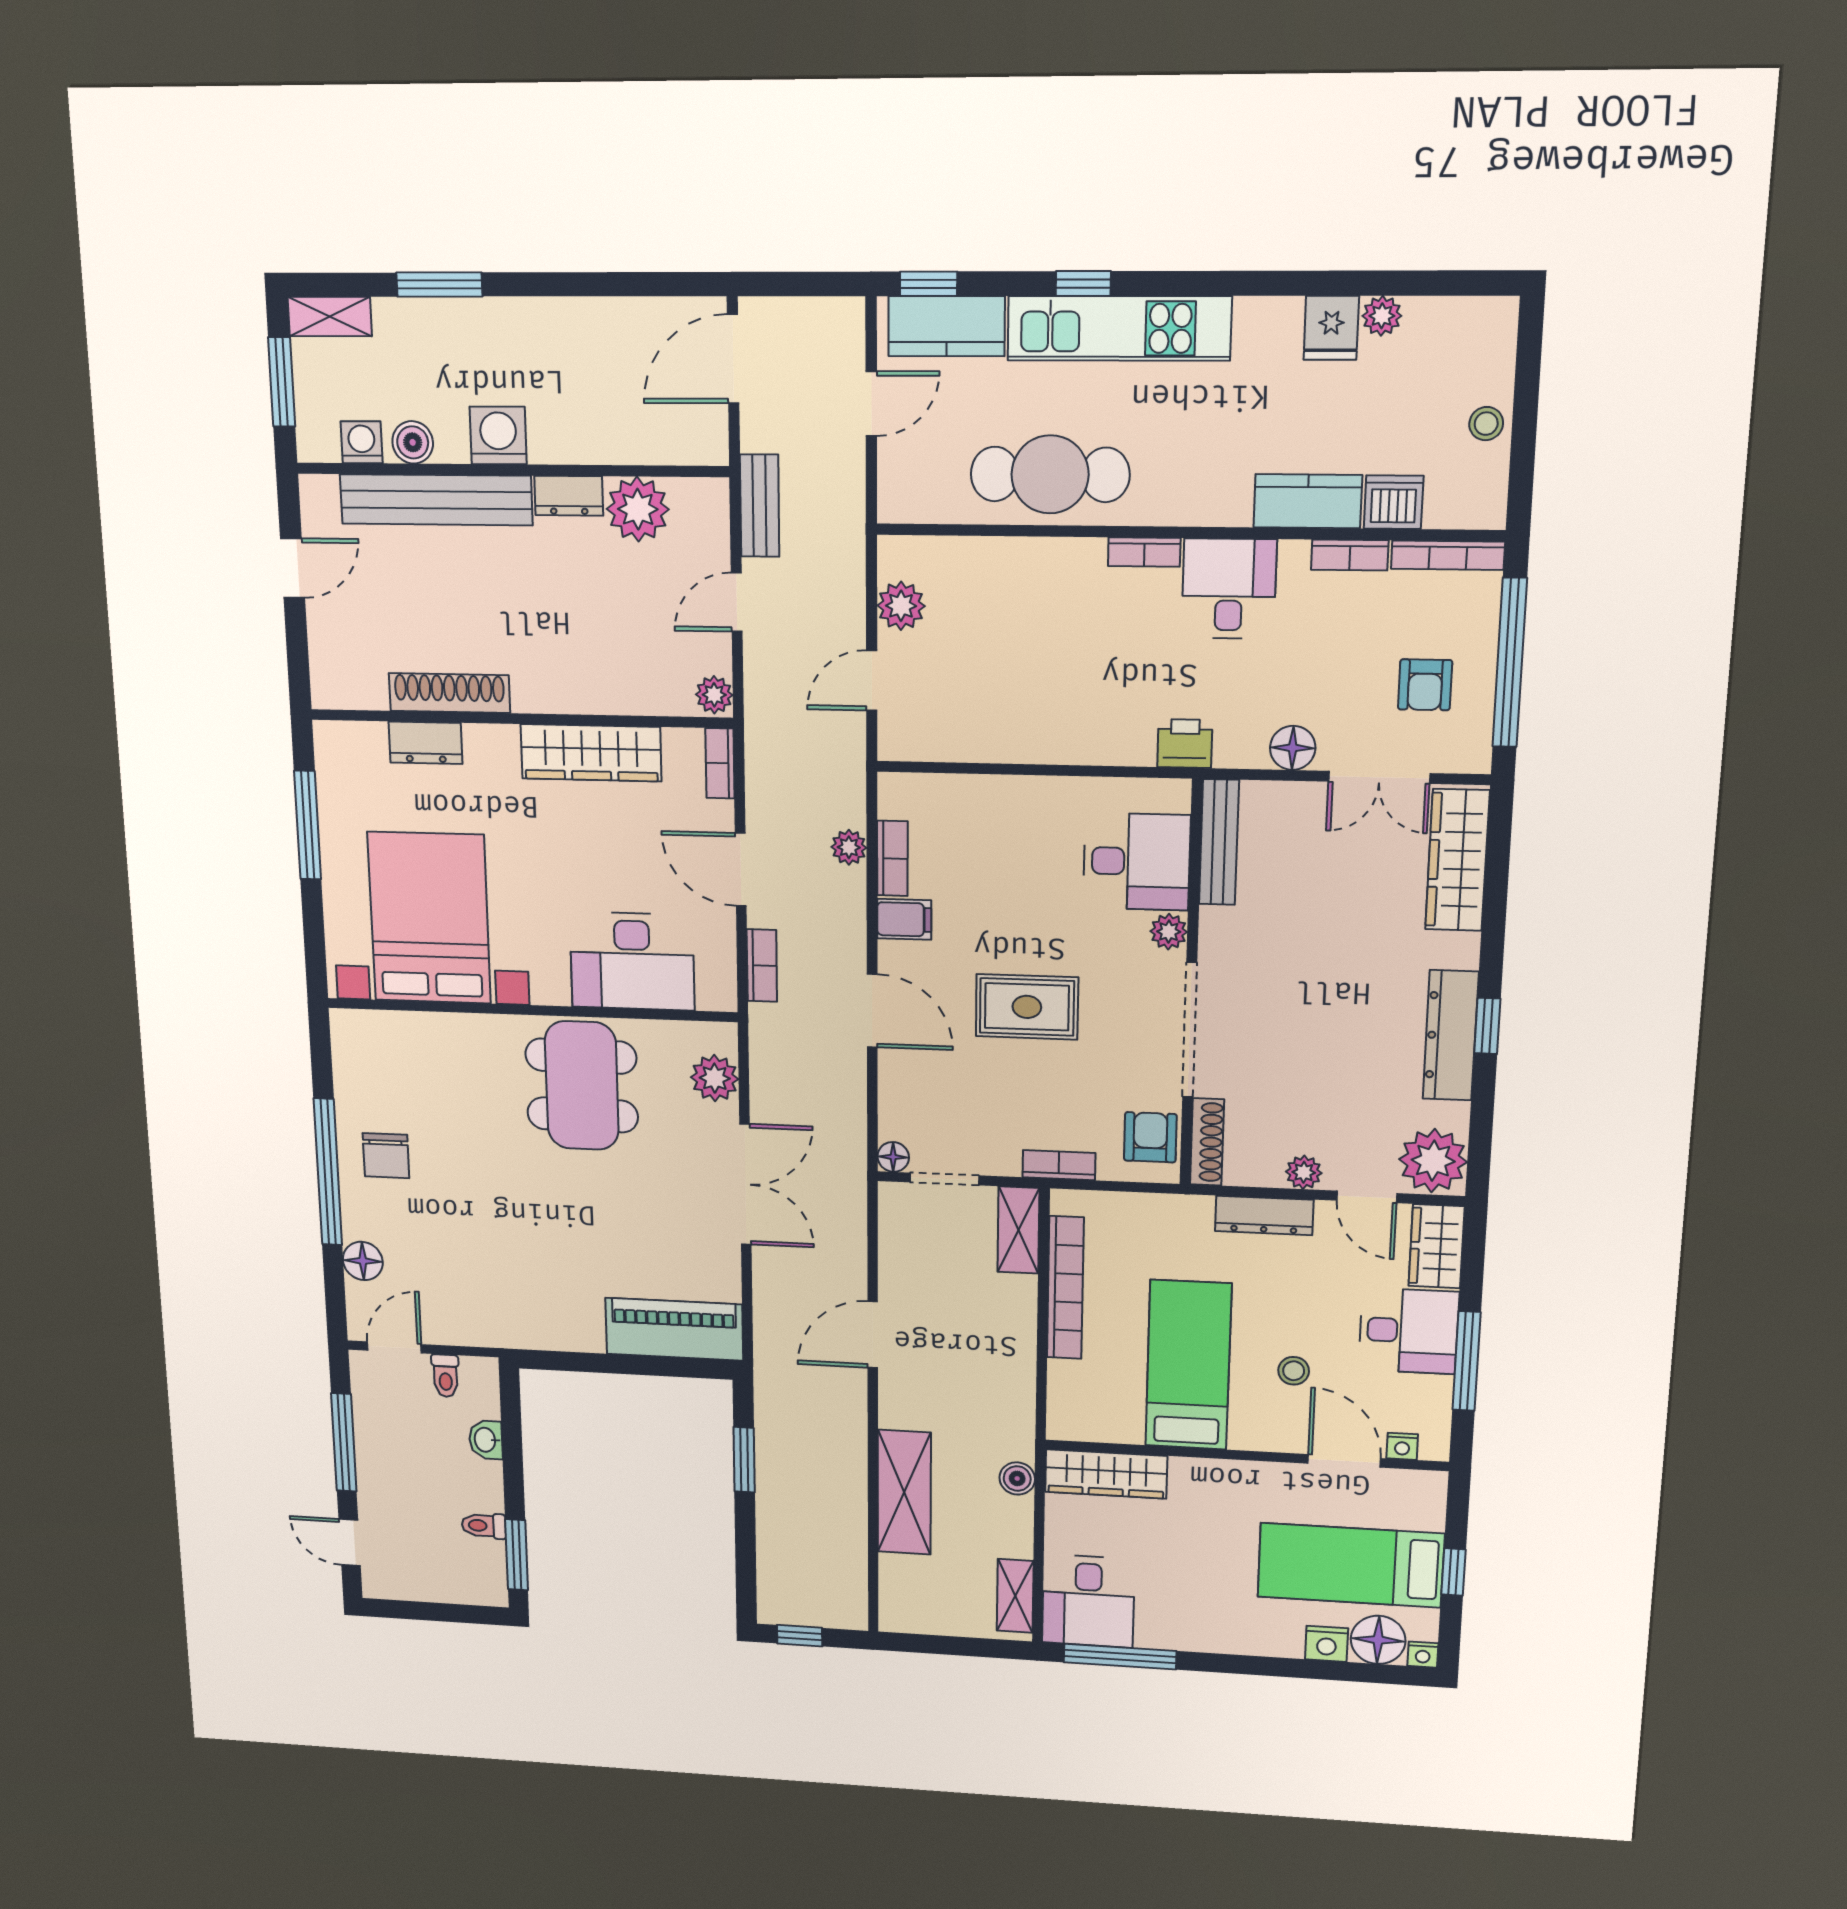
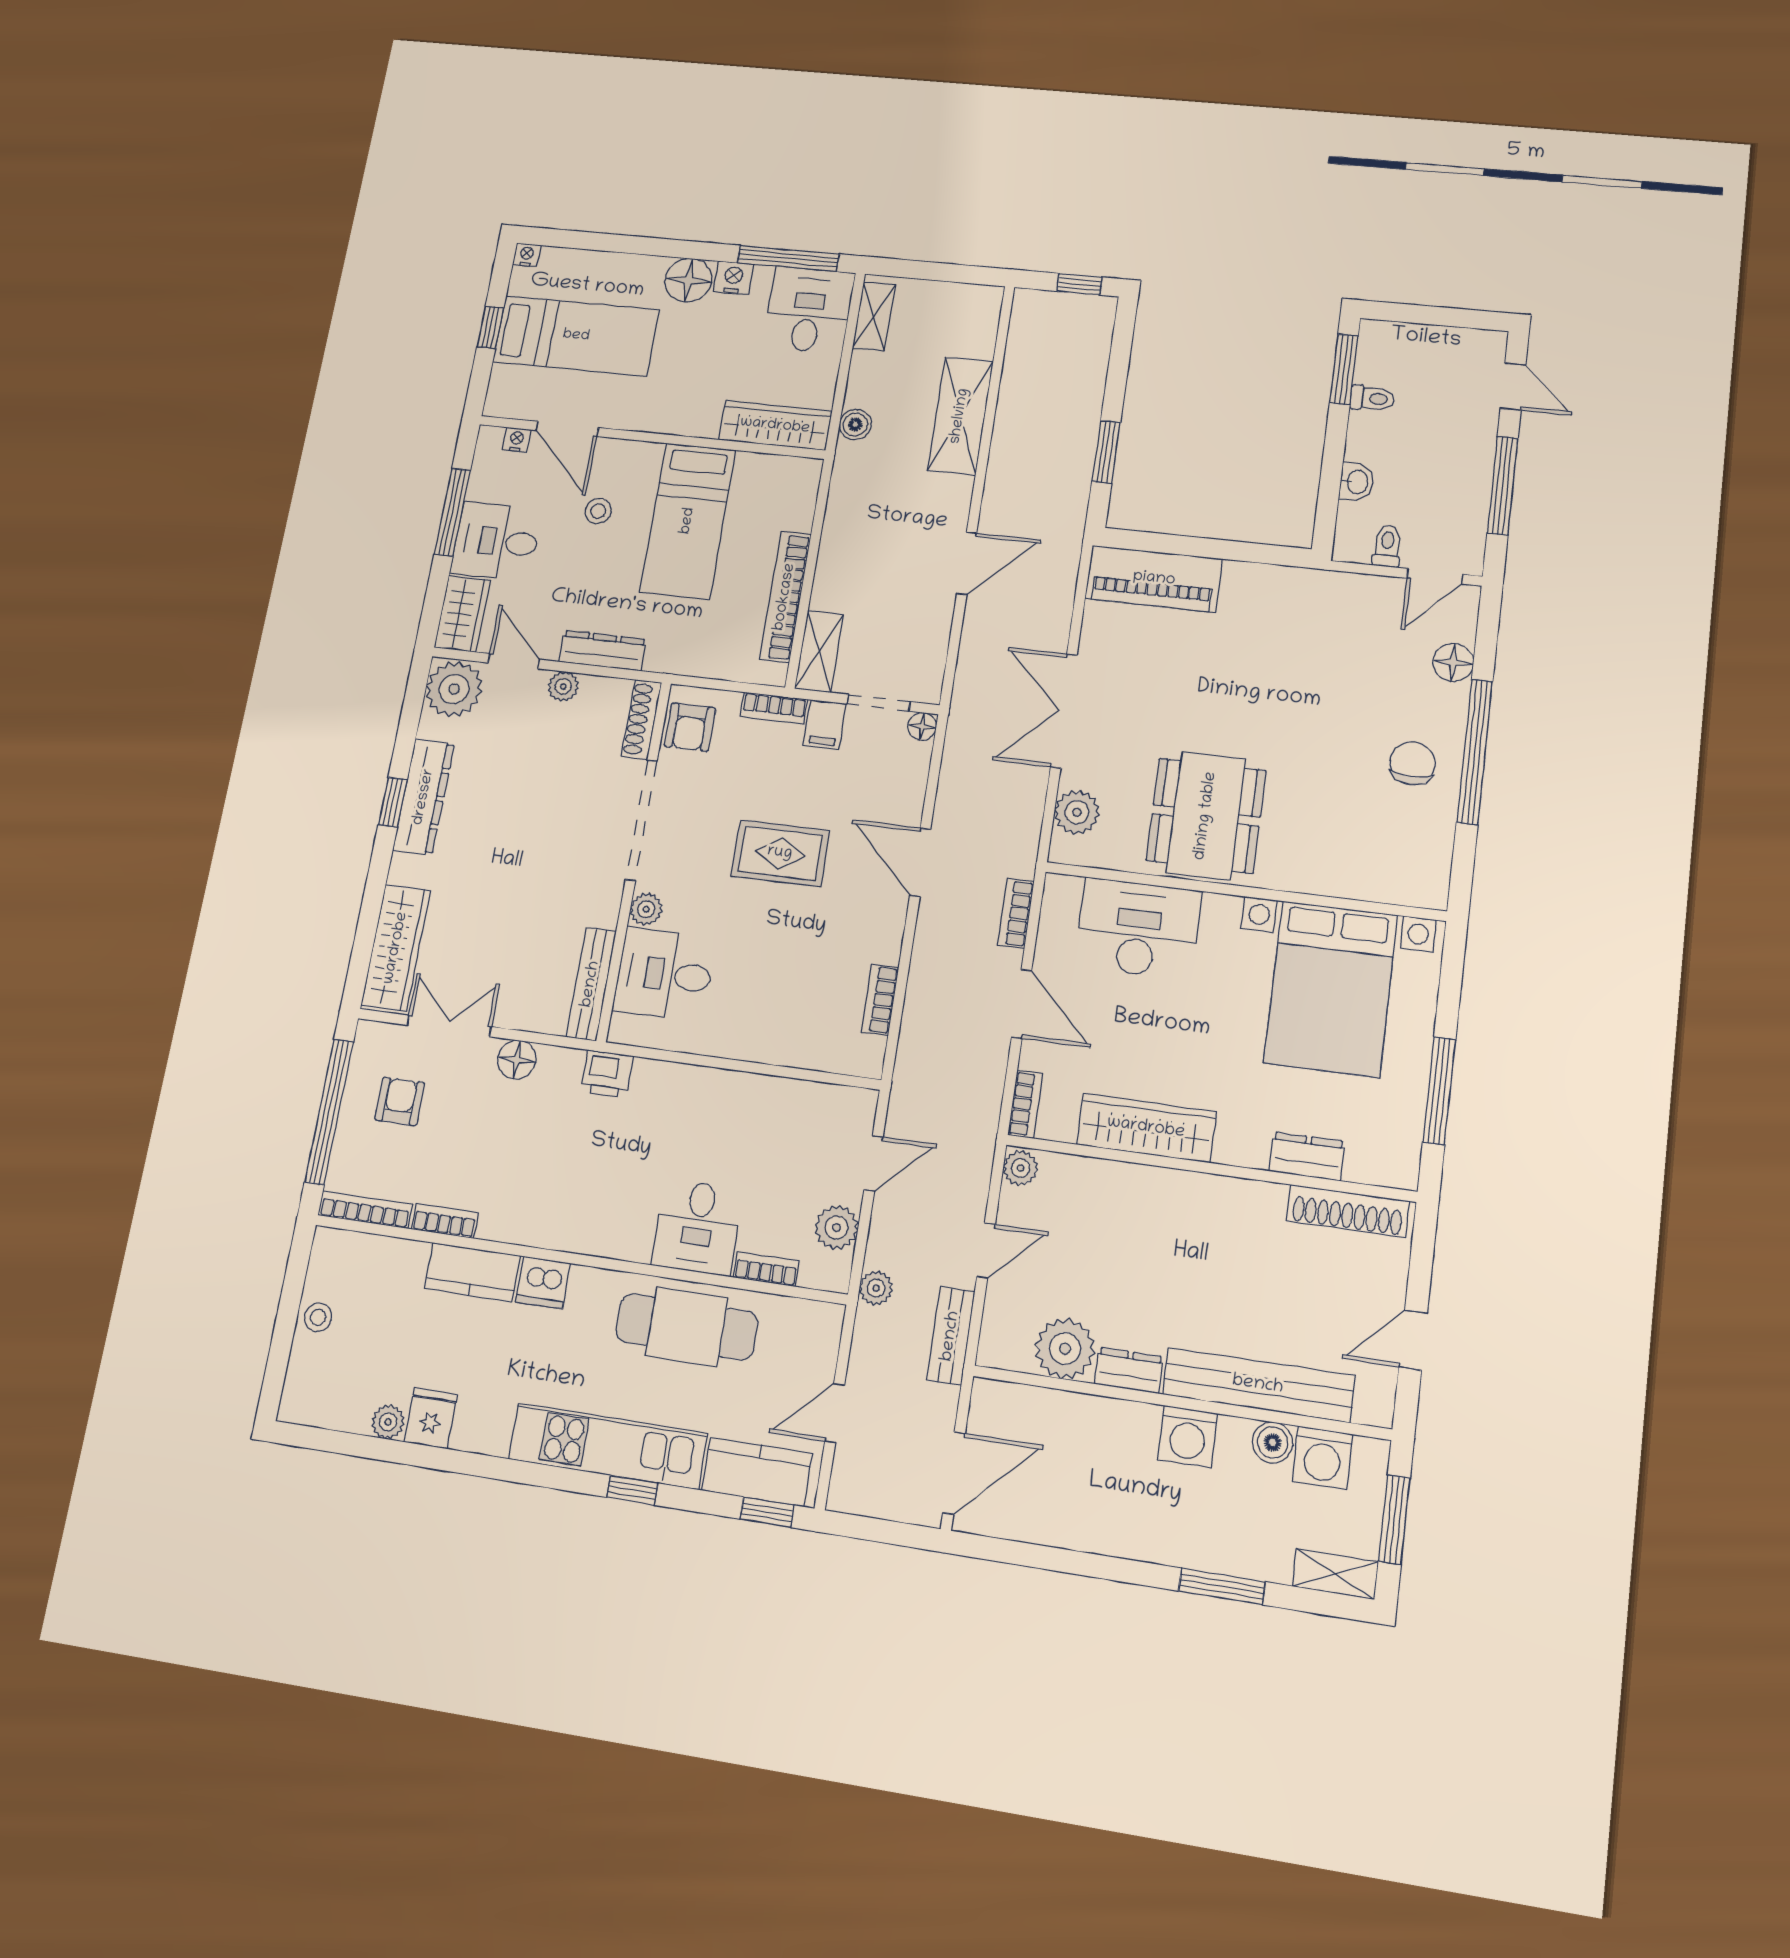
washing machine: (362, 442) -> (1323, 1458), width x1.38, depth x1.38
dishwasher: (1394, 502) -> (543, 1283), moved
bookcase: (1144, 552) -> (766, 1269), moved
desk: (1229, 589) -> (698, 1227), moved
shoe rack: (449, 693) -> (1348, 1211), moved
plant: (849, 847) -> (876, 1288), moved
filing cabinet: (904, 919) -> (825, 725), moved, turned -90
floor lamp: (1378, 1640) -> (689, 280), moved
nightstand: (1327, 1644) -> (733, 278), moved

